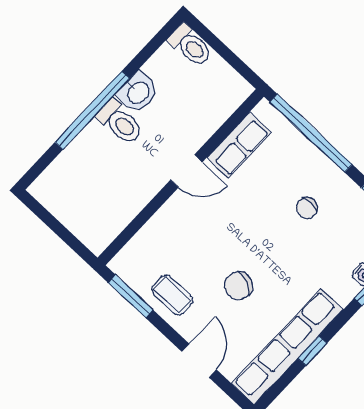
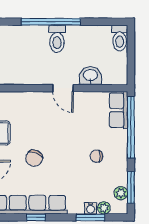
washbasin: (138, 92) -> (90, 76), moved, turned 180
row of seats: (239, 145) -> (119, 110), moved, turned 90
chair: (239, 286) -> (34, 158), turned -89

